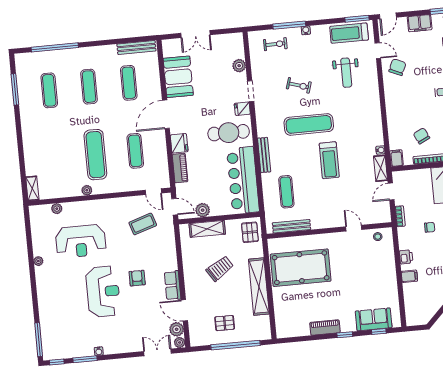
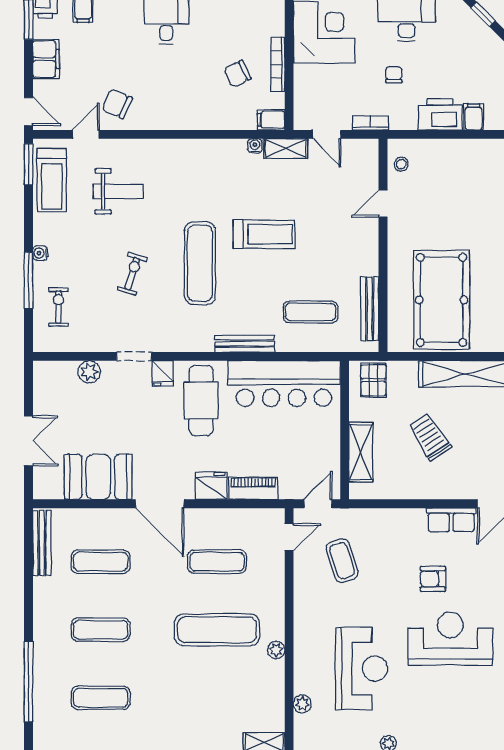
plant: (203, 210) -> (328, 457), removed
pallet: (250, 232) -> (373, 380), turned 90
printer: (406, 257) -> (440, 114), width x1.87, depth x1.48

